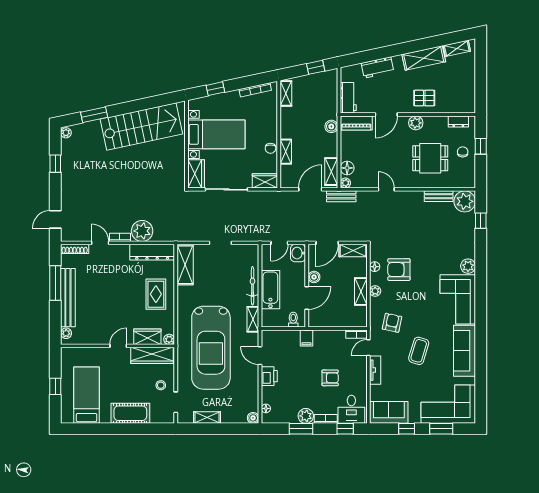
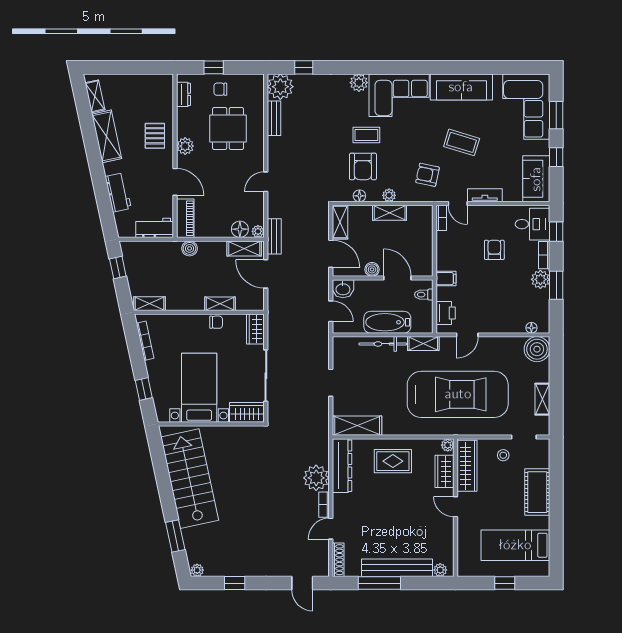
coffee table: (425, 272) -> (366, 135), added
printer: (269, 376) -> (446, 313), moved, turned 90
boiler: (253, 418) -> (537, 349), width x1.86, depth x1.86

